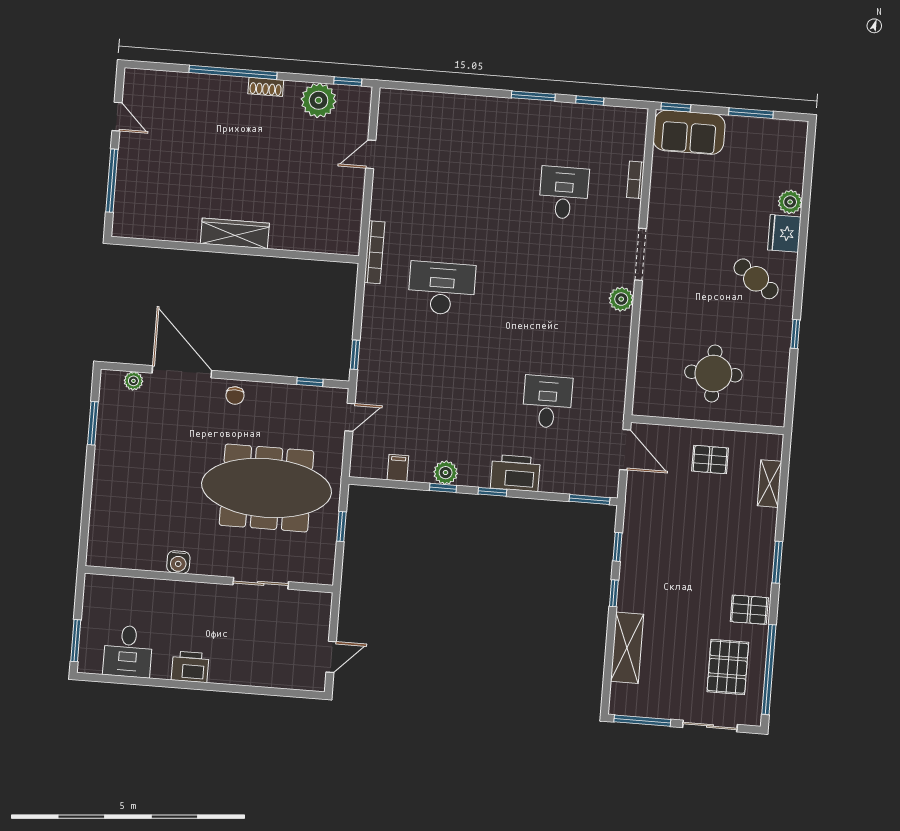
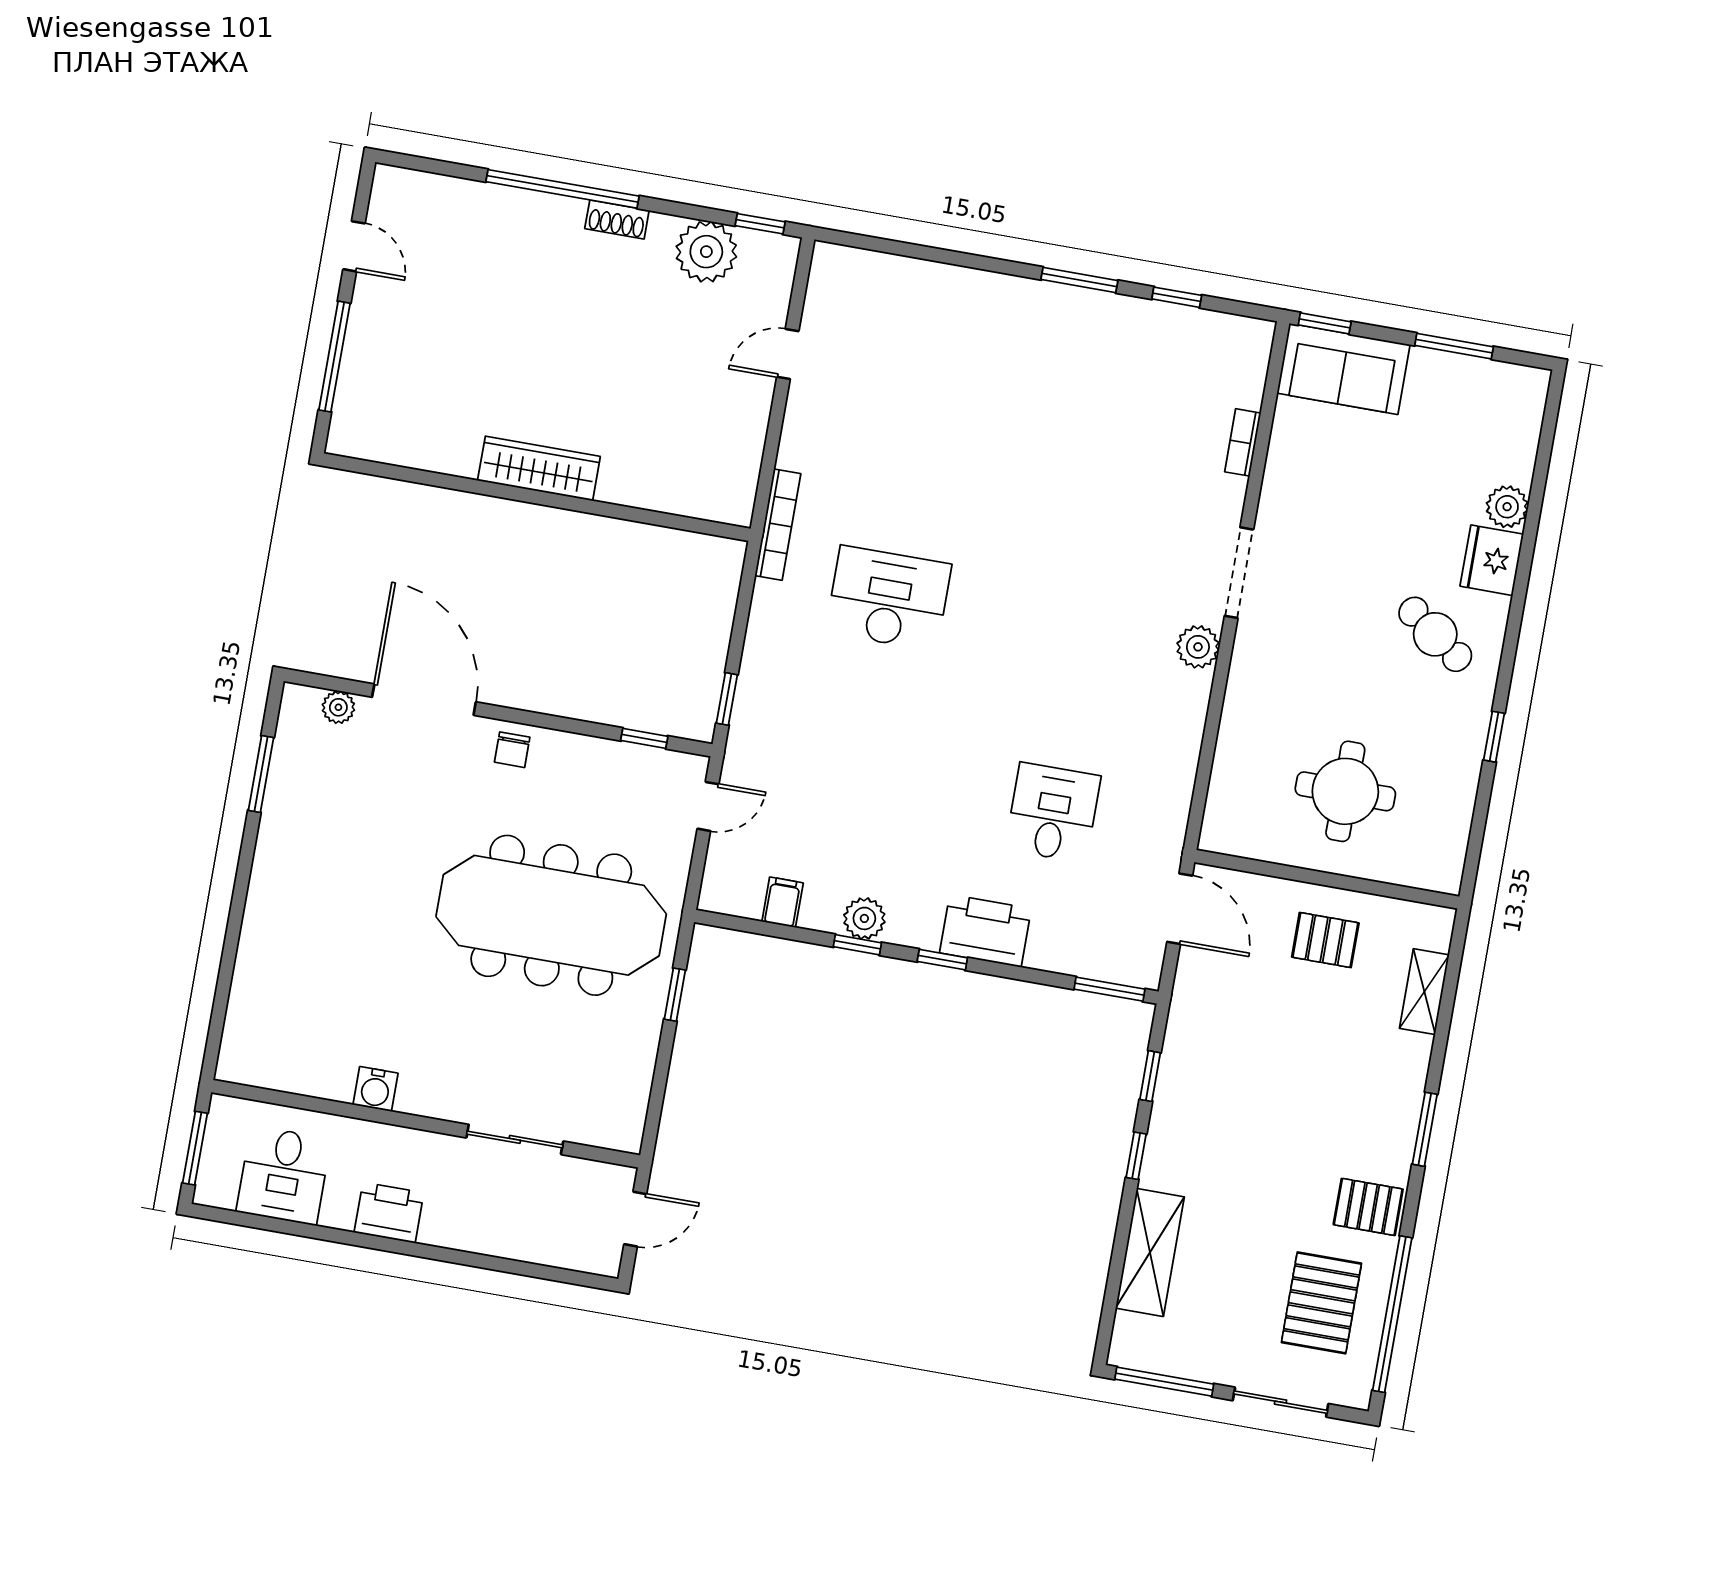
desk: (564, 193) -> (1116, 453), removed
water cooler: (178, 562) -> (375, 1089), moved
wall: (209, 579) -> (426, 1124), moved
sliding door: (261, 583) -> (515, 1139), moved

